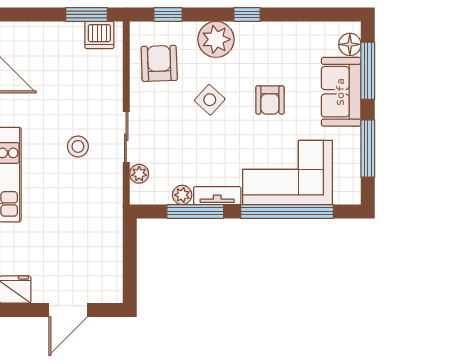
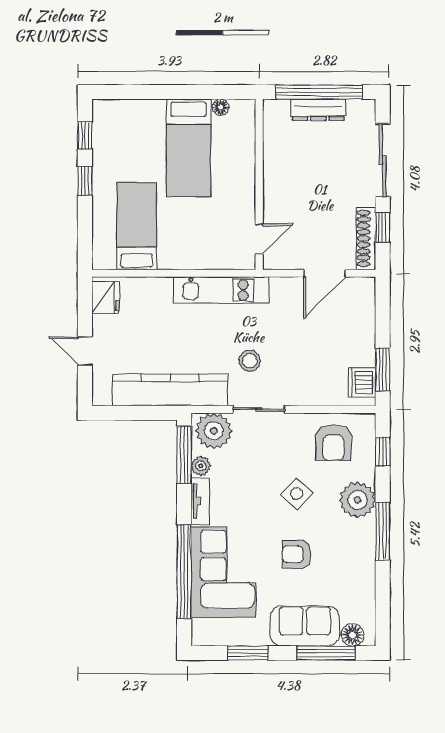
window: (247, 14) -> (383, 531), width x2.17
armchair: (159, 63) -> (333, 443), turned 92
window: (368, 148) -> (248, 653), width x0.69
plant: (139, 174) -> (214, 431), width x1.87, depth x1.87
window: (195, 211) -> (184, 455), moved
kitchen counter: (107, 225) -> (170, 390), added
door: (68, 310) -> (85, 351), width x0.73

